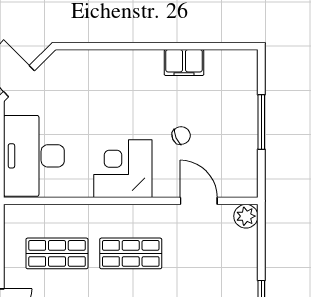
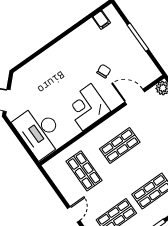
filing cabinet: (184, 63) -> (101, 20), moved, width x0.50
shop shelf: (57, 253) -> (84, 171), turned 90

